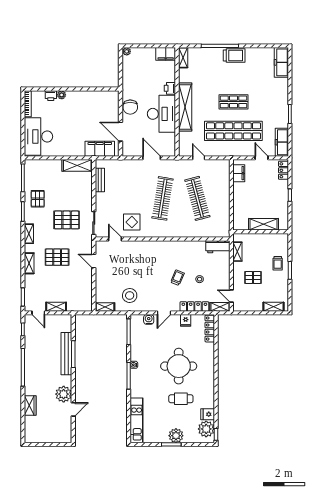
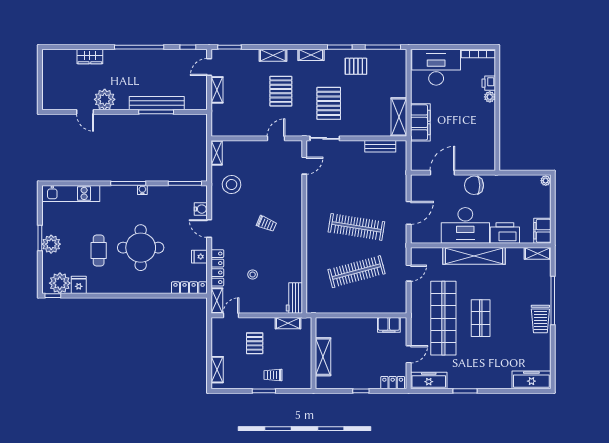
printer: (170, 88) -> (505, 233), width x1.87, depth x1.48
filing cabinet: (100, 149) -> (420, 122), moved
display table: (132, 222) -> (326, 187), removed
trolley: (177, 278) -> (266, 224), moved

